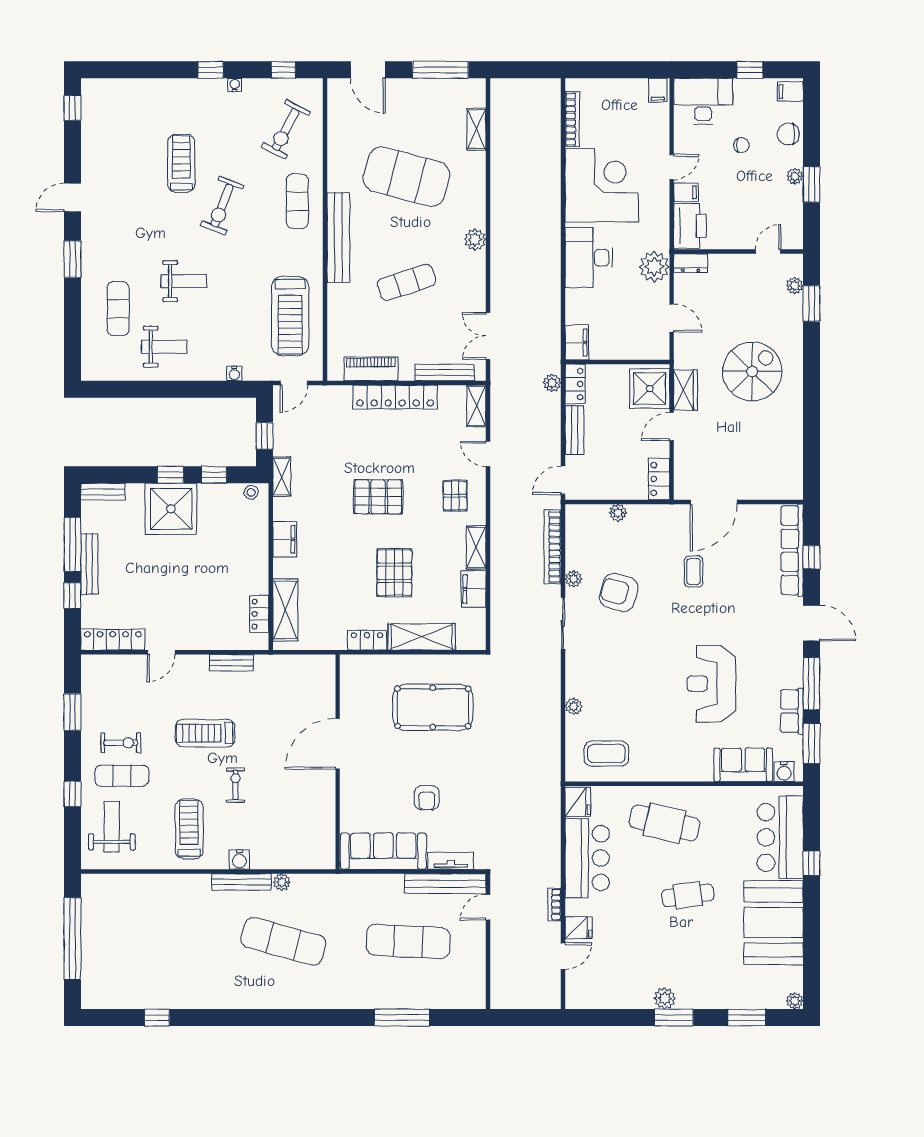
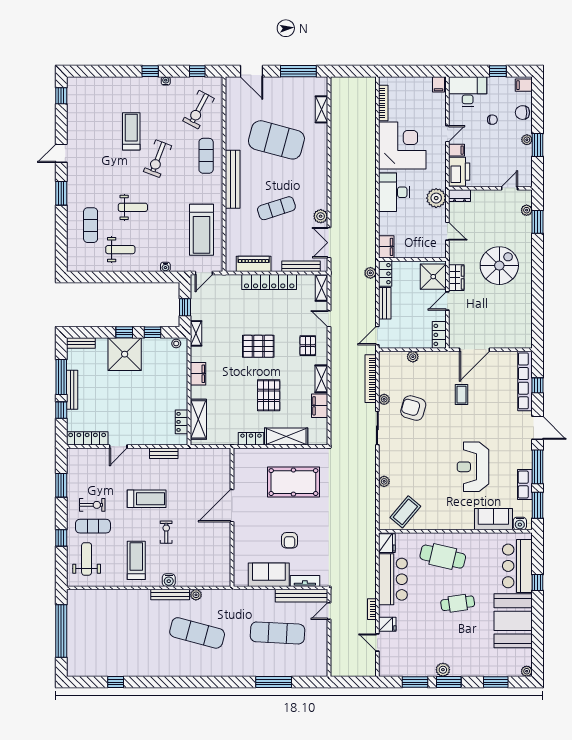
plant: (475, 240) -> (321, 216), moved
treadmill: (205, 733) -> (147, 499), turned 180
coffee table: (606, 754) -> (405, 512), turned -50
sofa: (383, 851) -> (269, 575), width x0.73
door: (563, 956) -> (377, 642), swing flipped
window: (621, 1018) -> (415, 682), added

